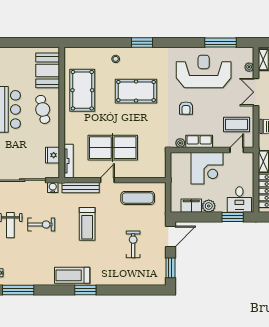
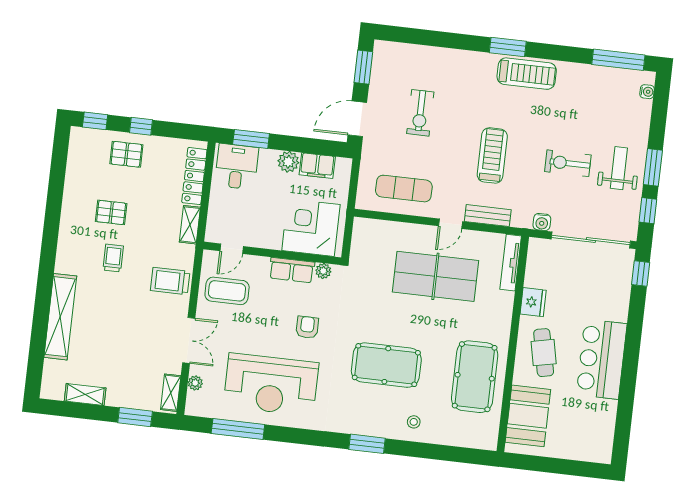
fridge: (52, 155) -> (533, 302), moved
corner desk: (207, 168) -> (311, 228), moved
bench: (81, 188) -> (488, 216), width x0.73

